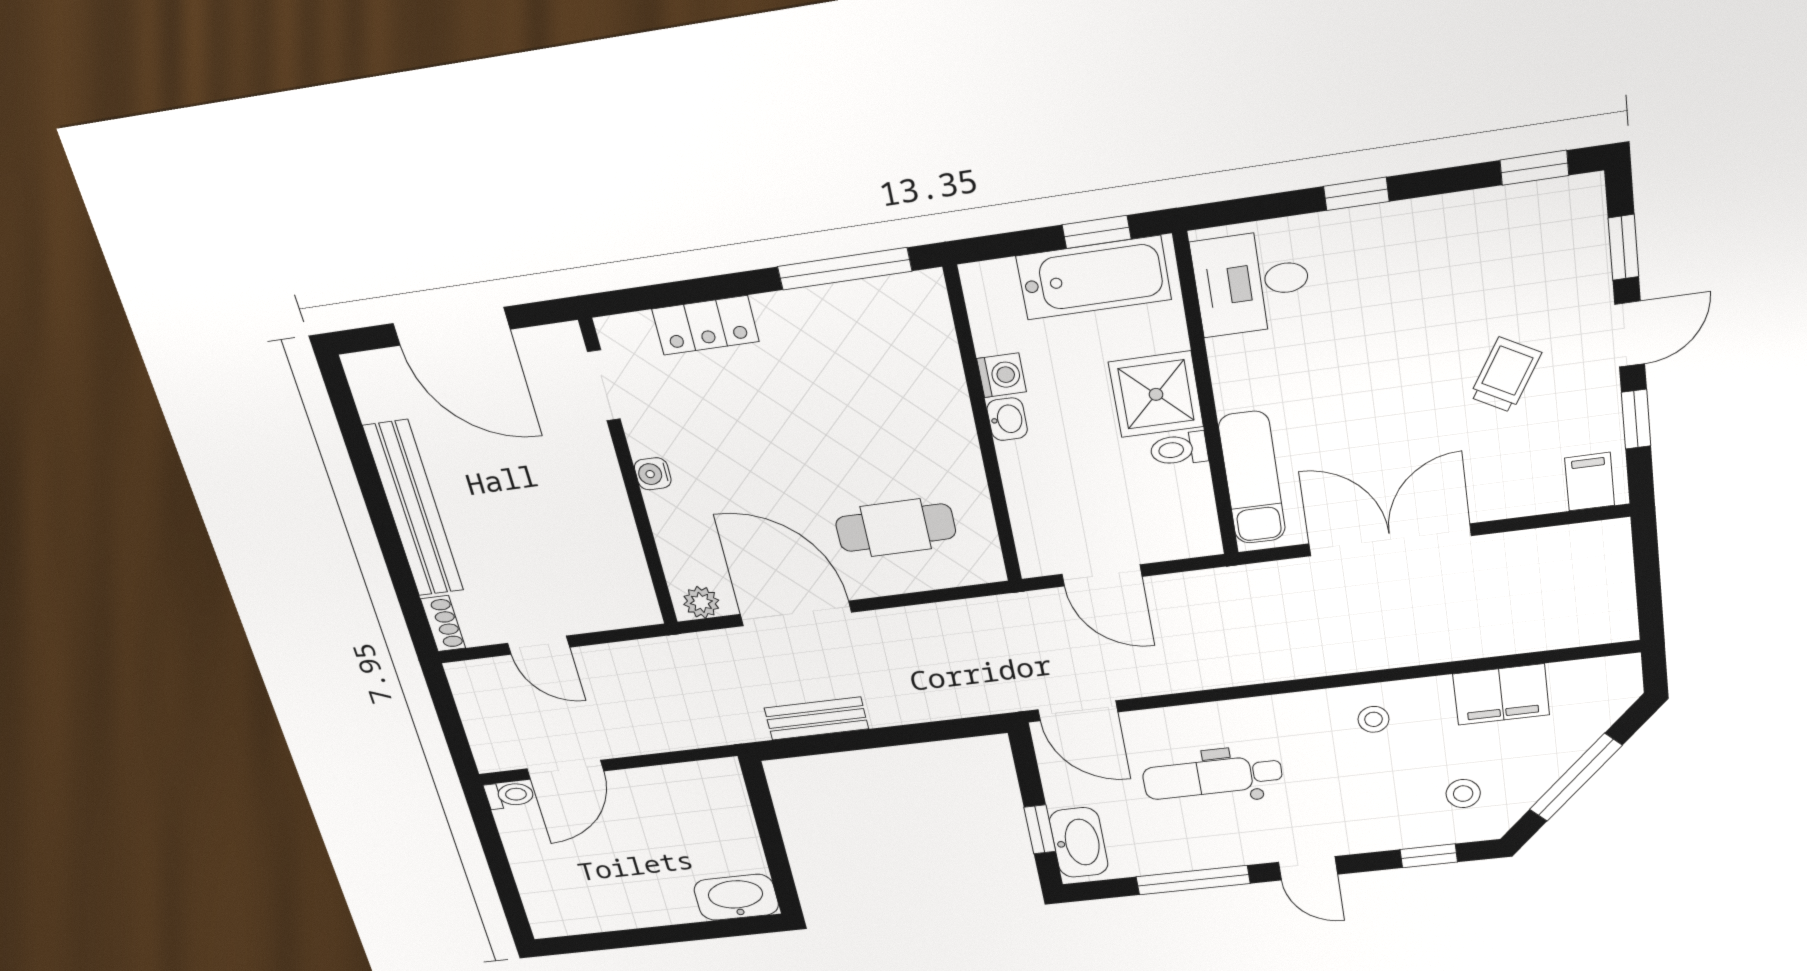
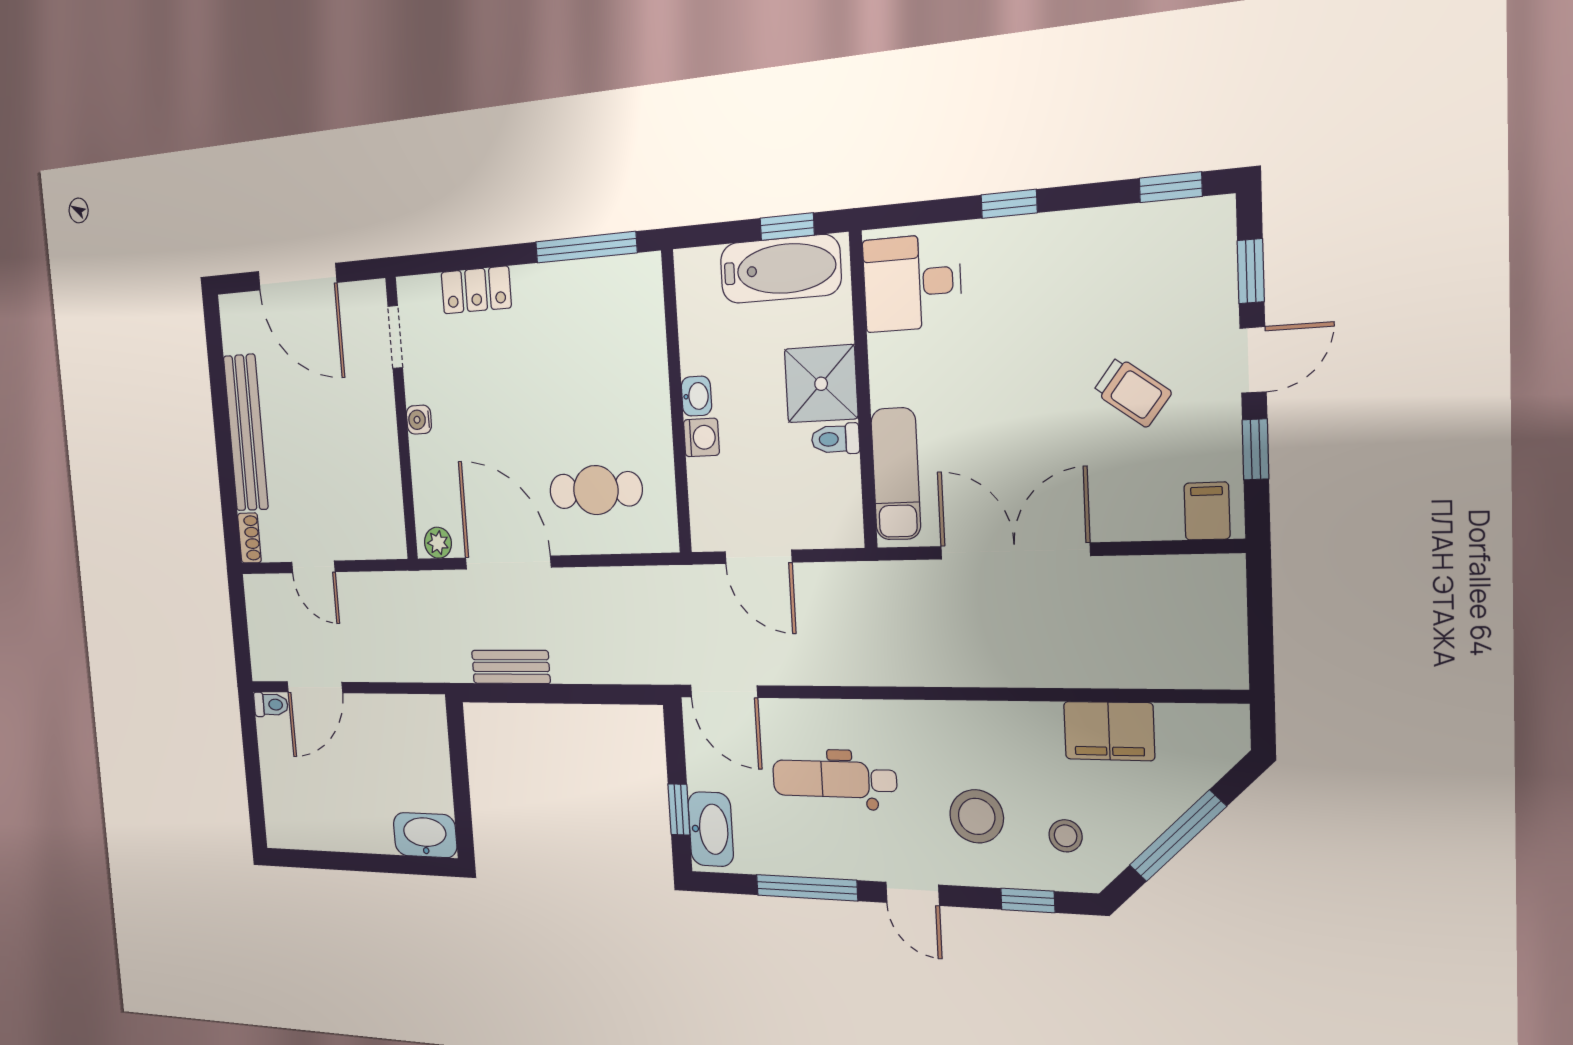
washing machine: (1002, 375) -> (701, 437), moved
trolley: (1505, 375) -> (1132, 392), turned 97
stool: (1374, 719) -> (977, 816), moved, width x1.89, depth x1.89

